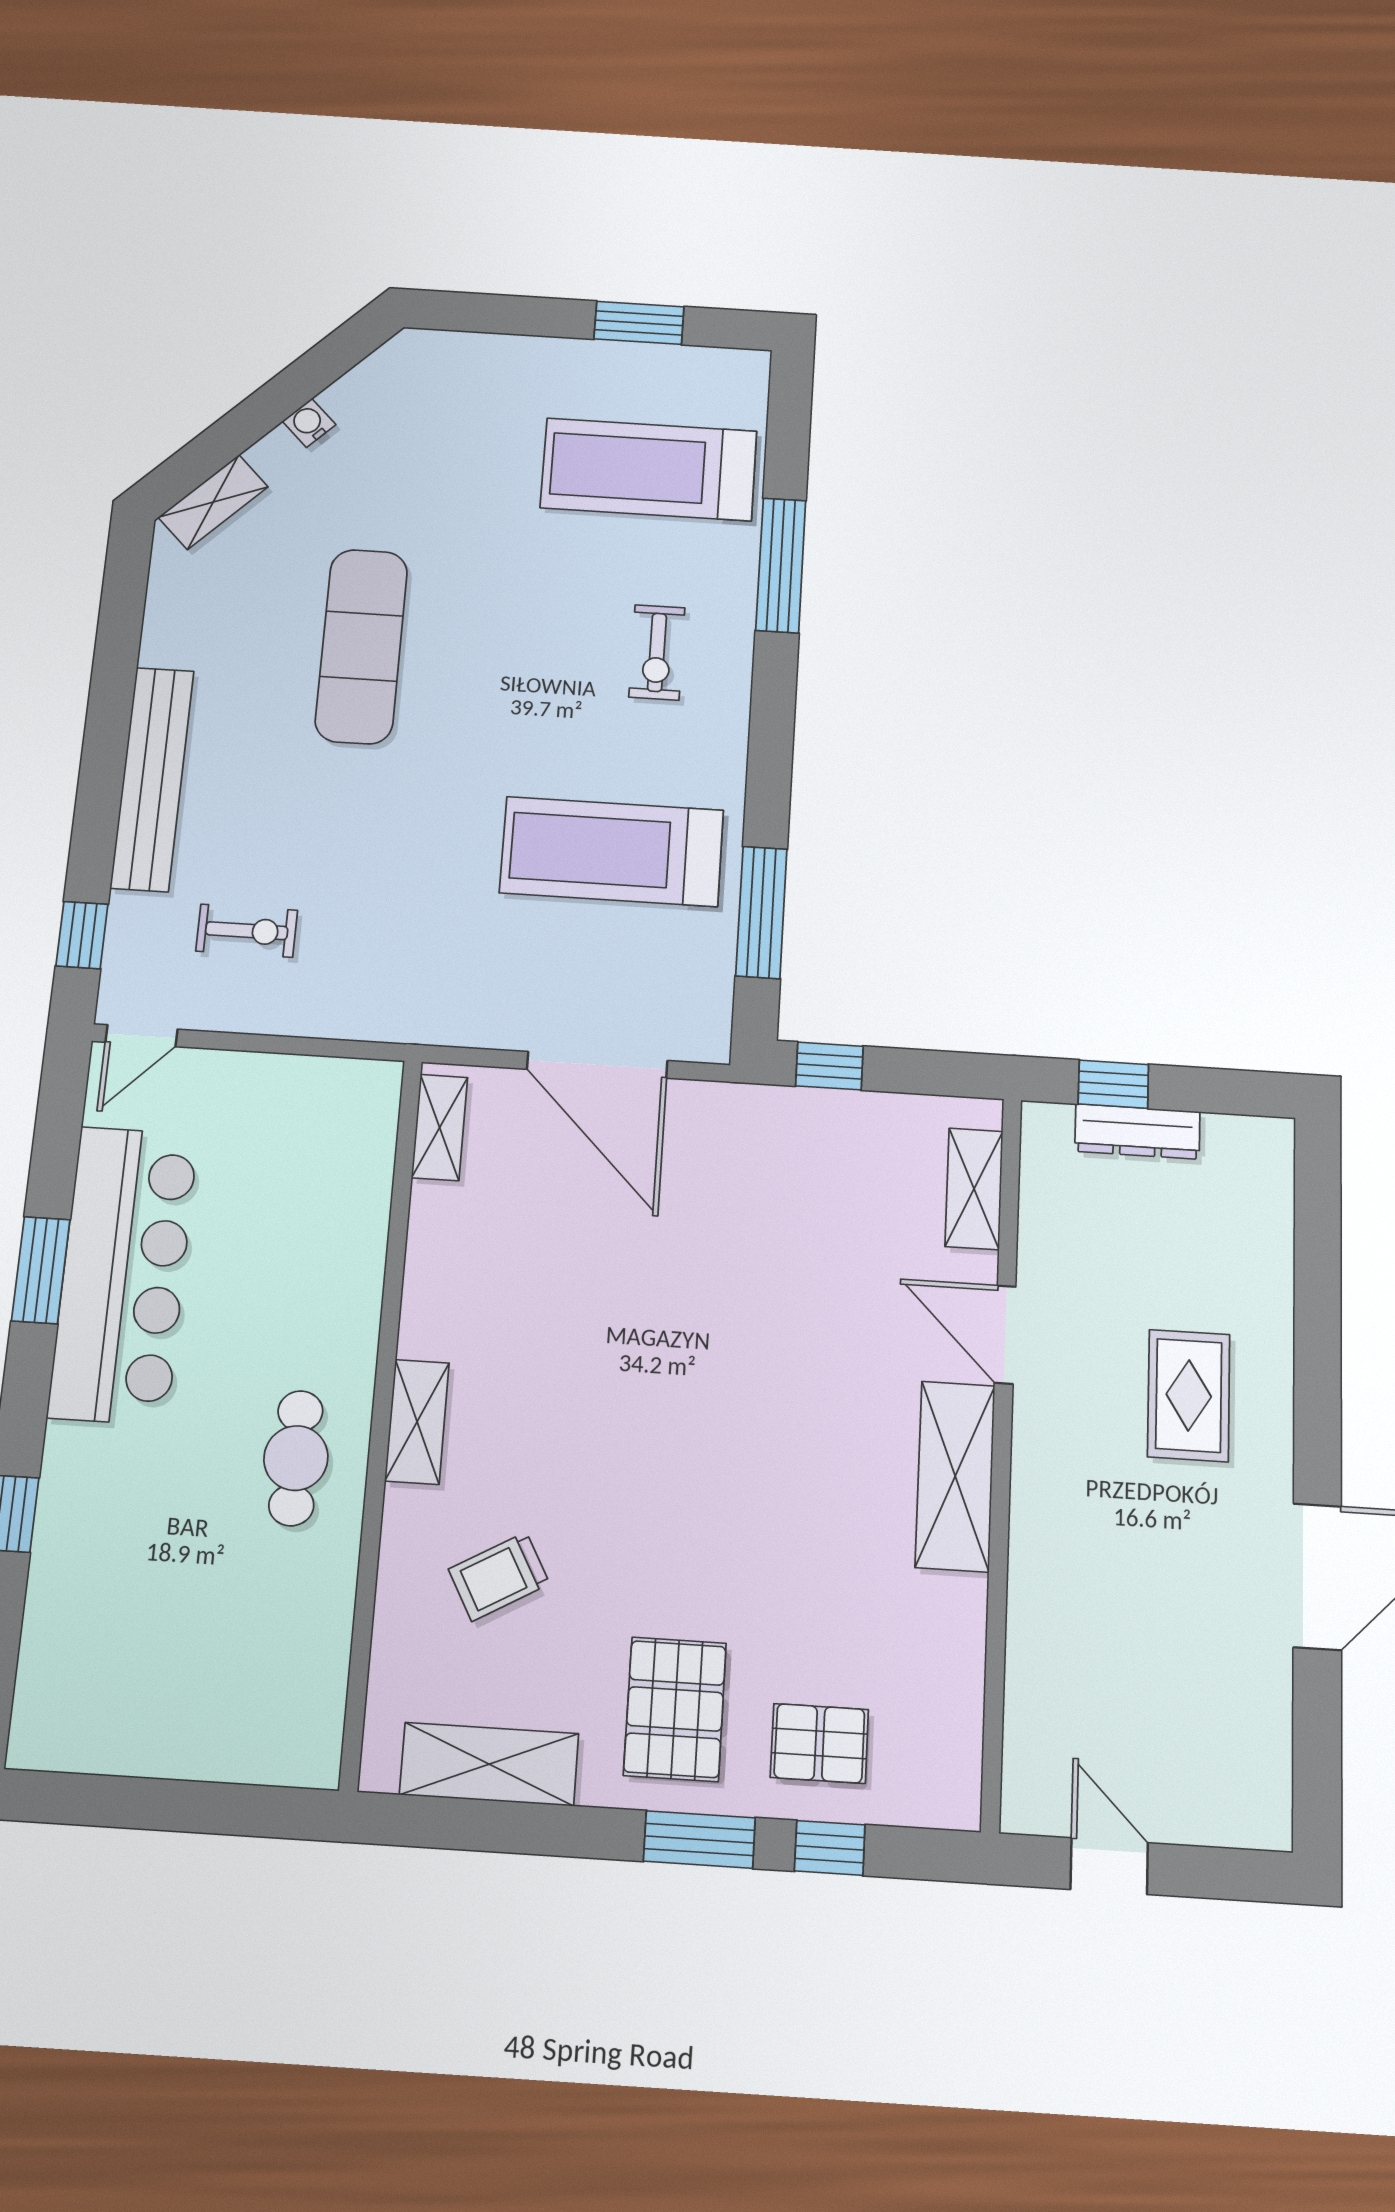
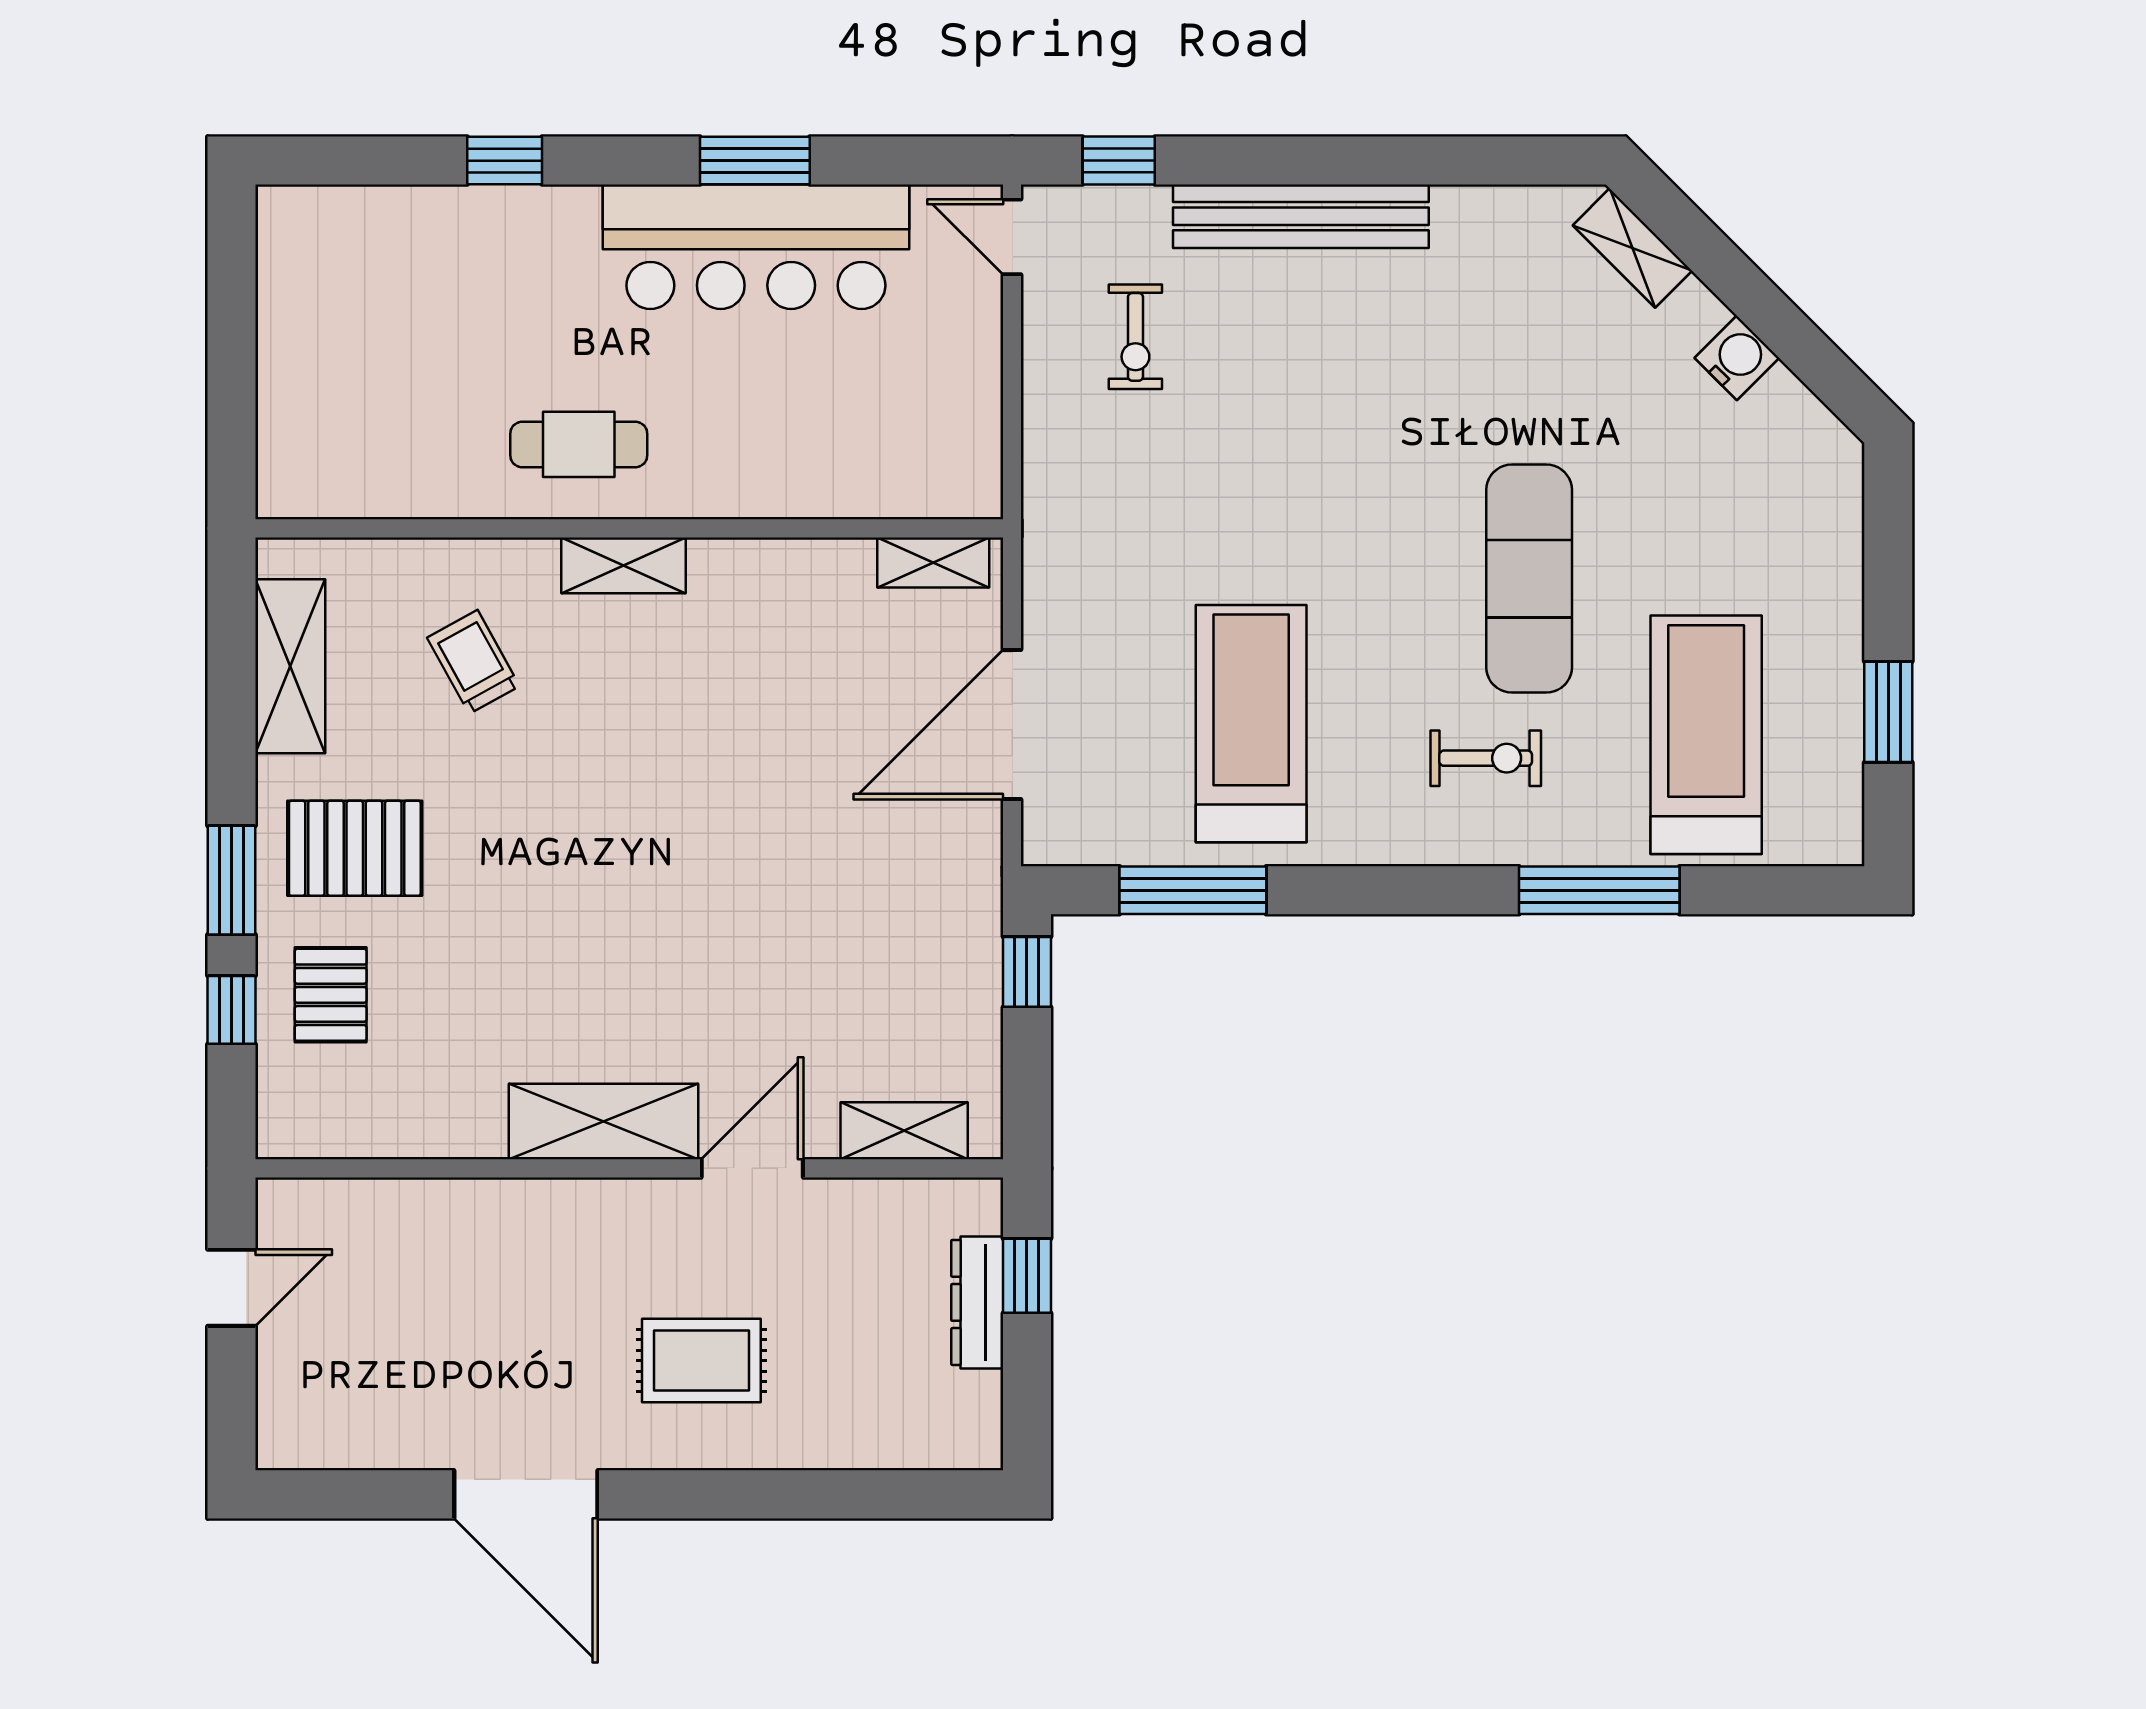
water cooler: (309, 423) -> (1737, 358), width x1.38, depth x1.38
exercise mat: (361, 646) -> (1529, 579), moved, turned 90
exercise bike: (657, 652) -> (1486, 758), turned 180

